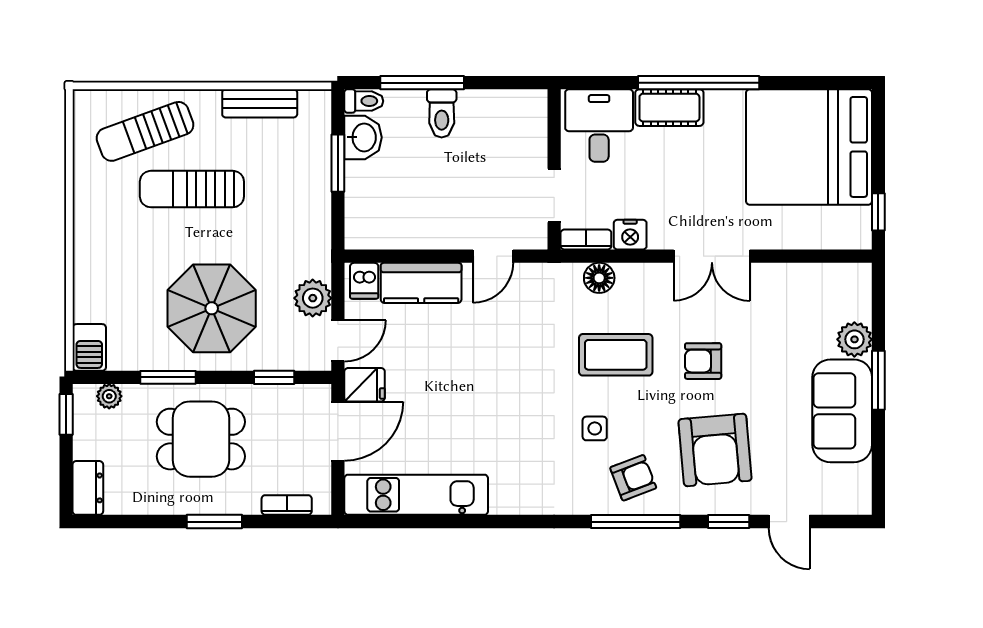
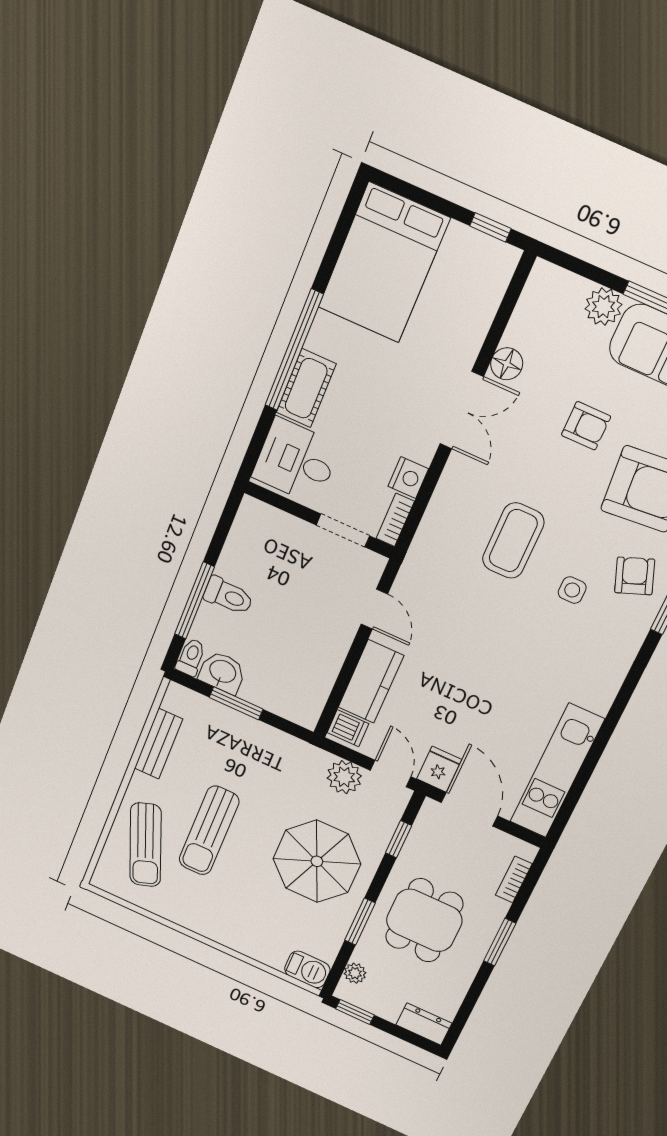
bed: (809, 147) -> (384, 263), width x0.73
floor lamp: (599, 278) -> (507, 364), moved
armchair: (703, 361) -> (586, 426), moved, turned -90

